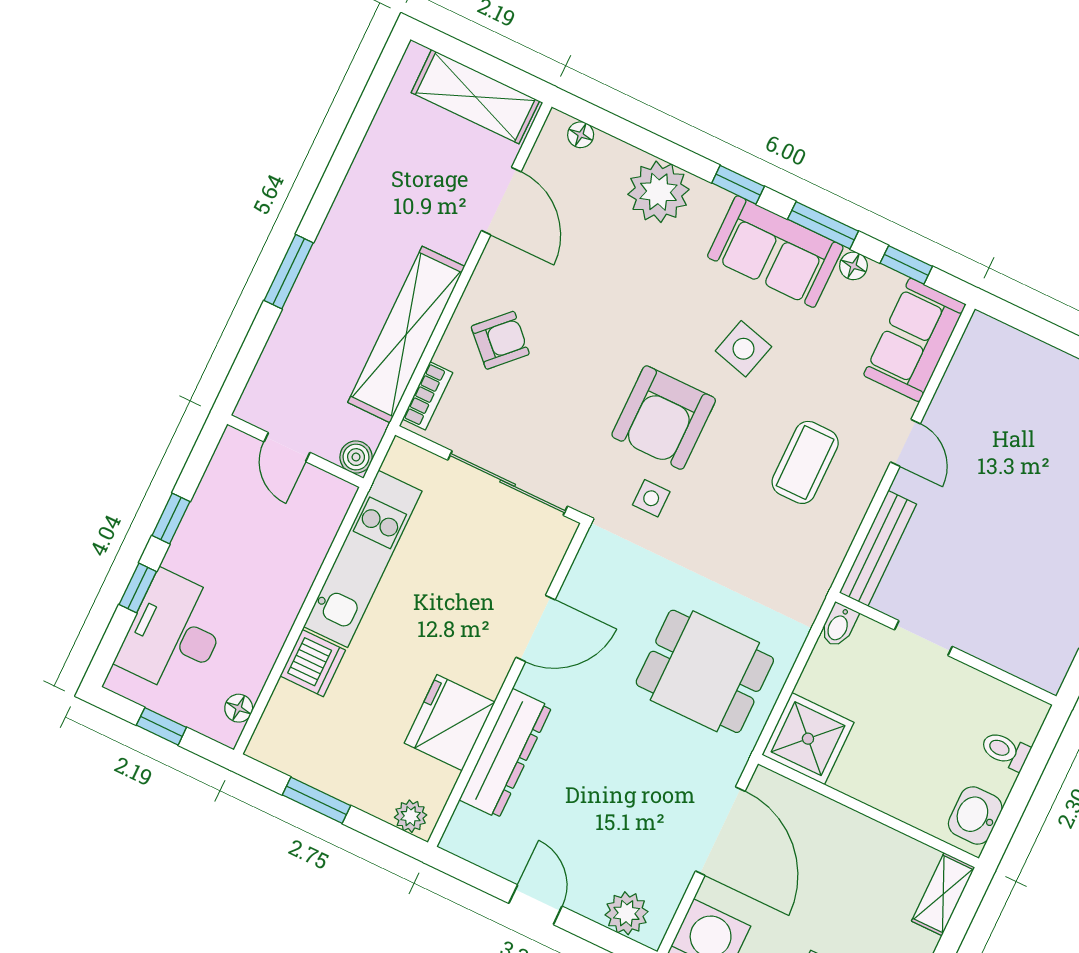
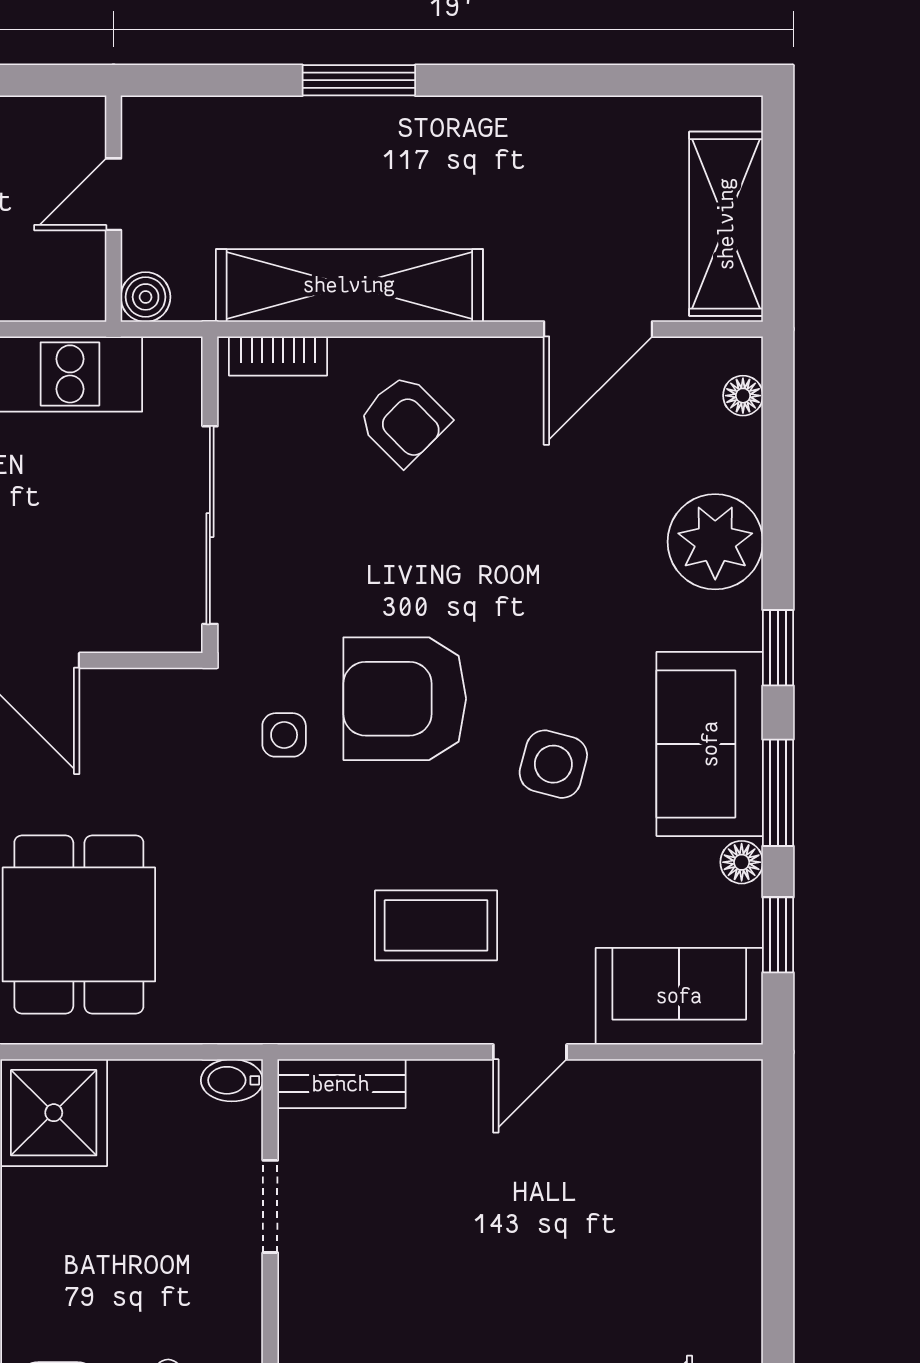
bench: (878, 548) -> (341, 1084), width x0.73

